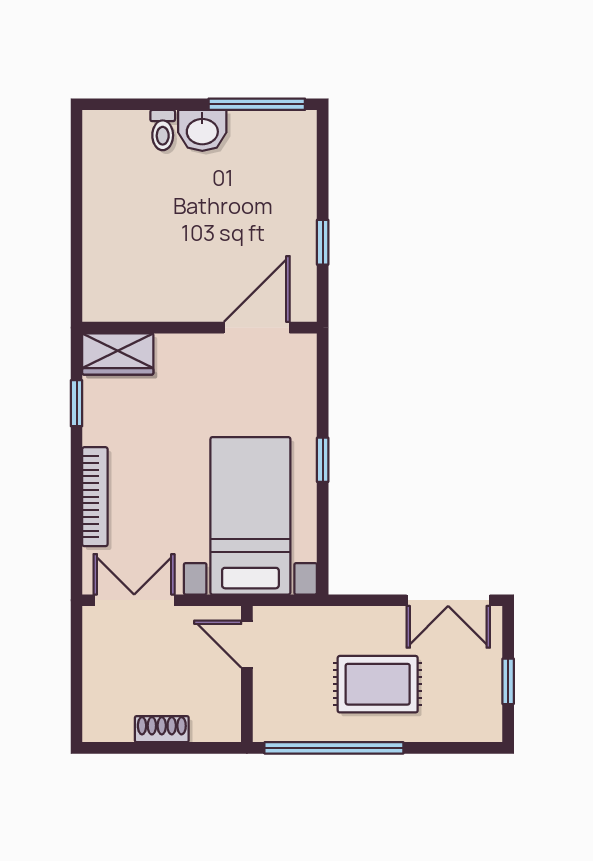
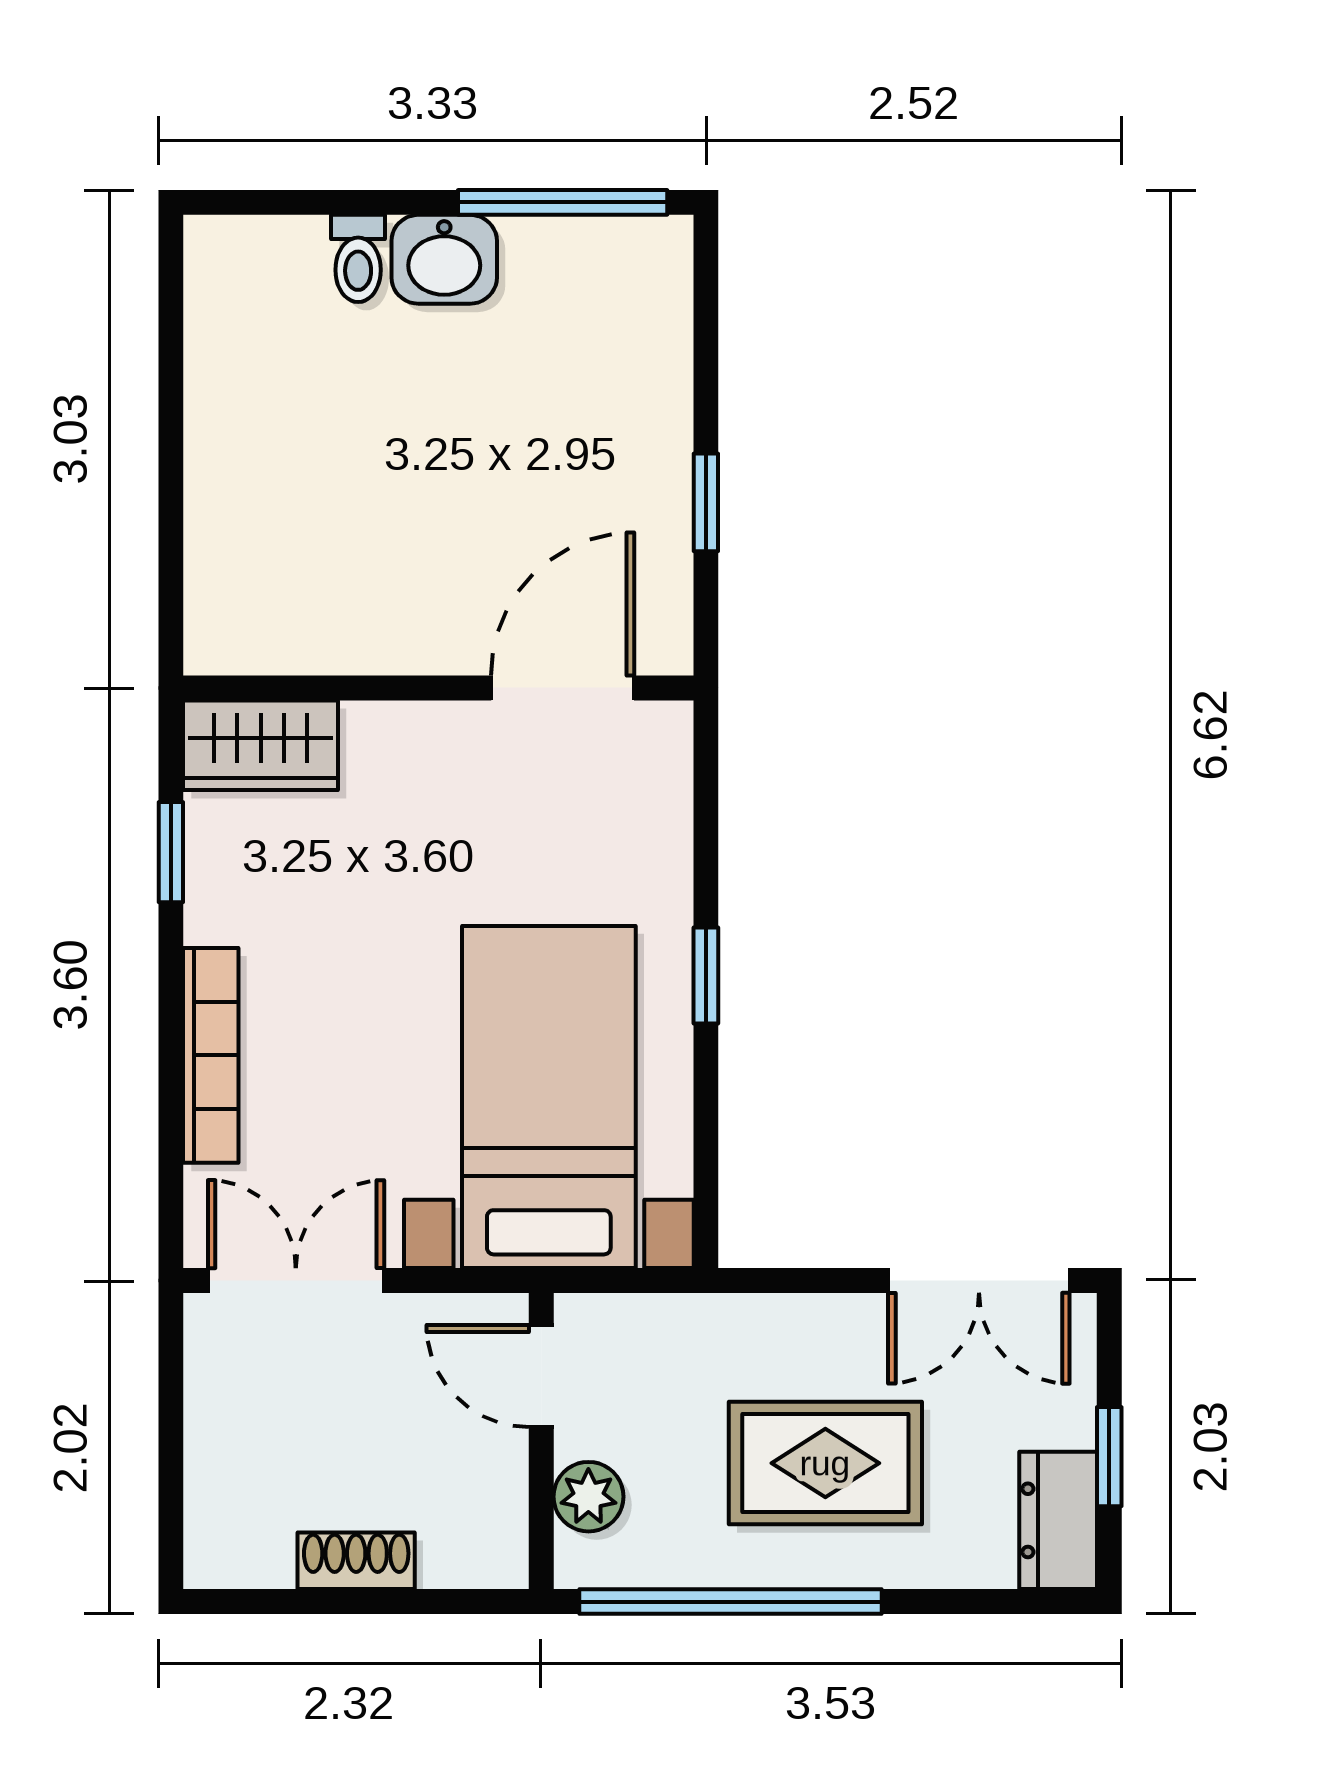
plant: (269, 700) -> (588, 1497), added
dresser: (485, 711) -> (1058, 1520), added

